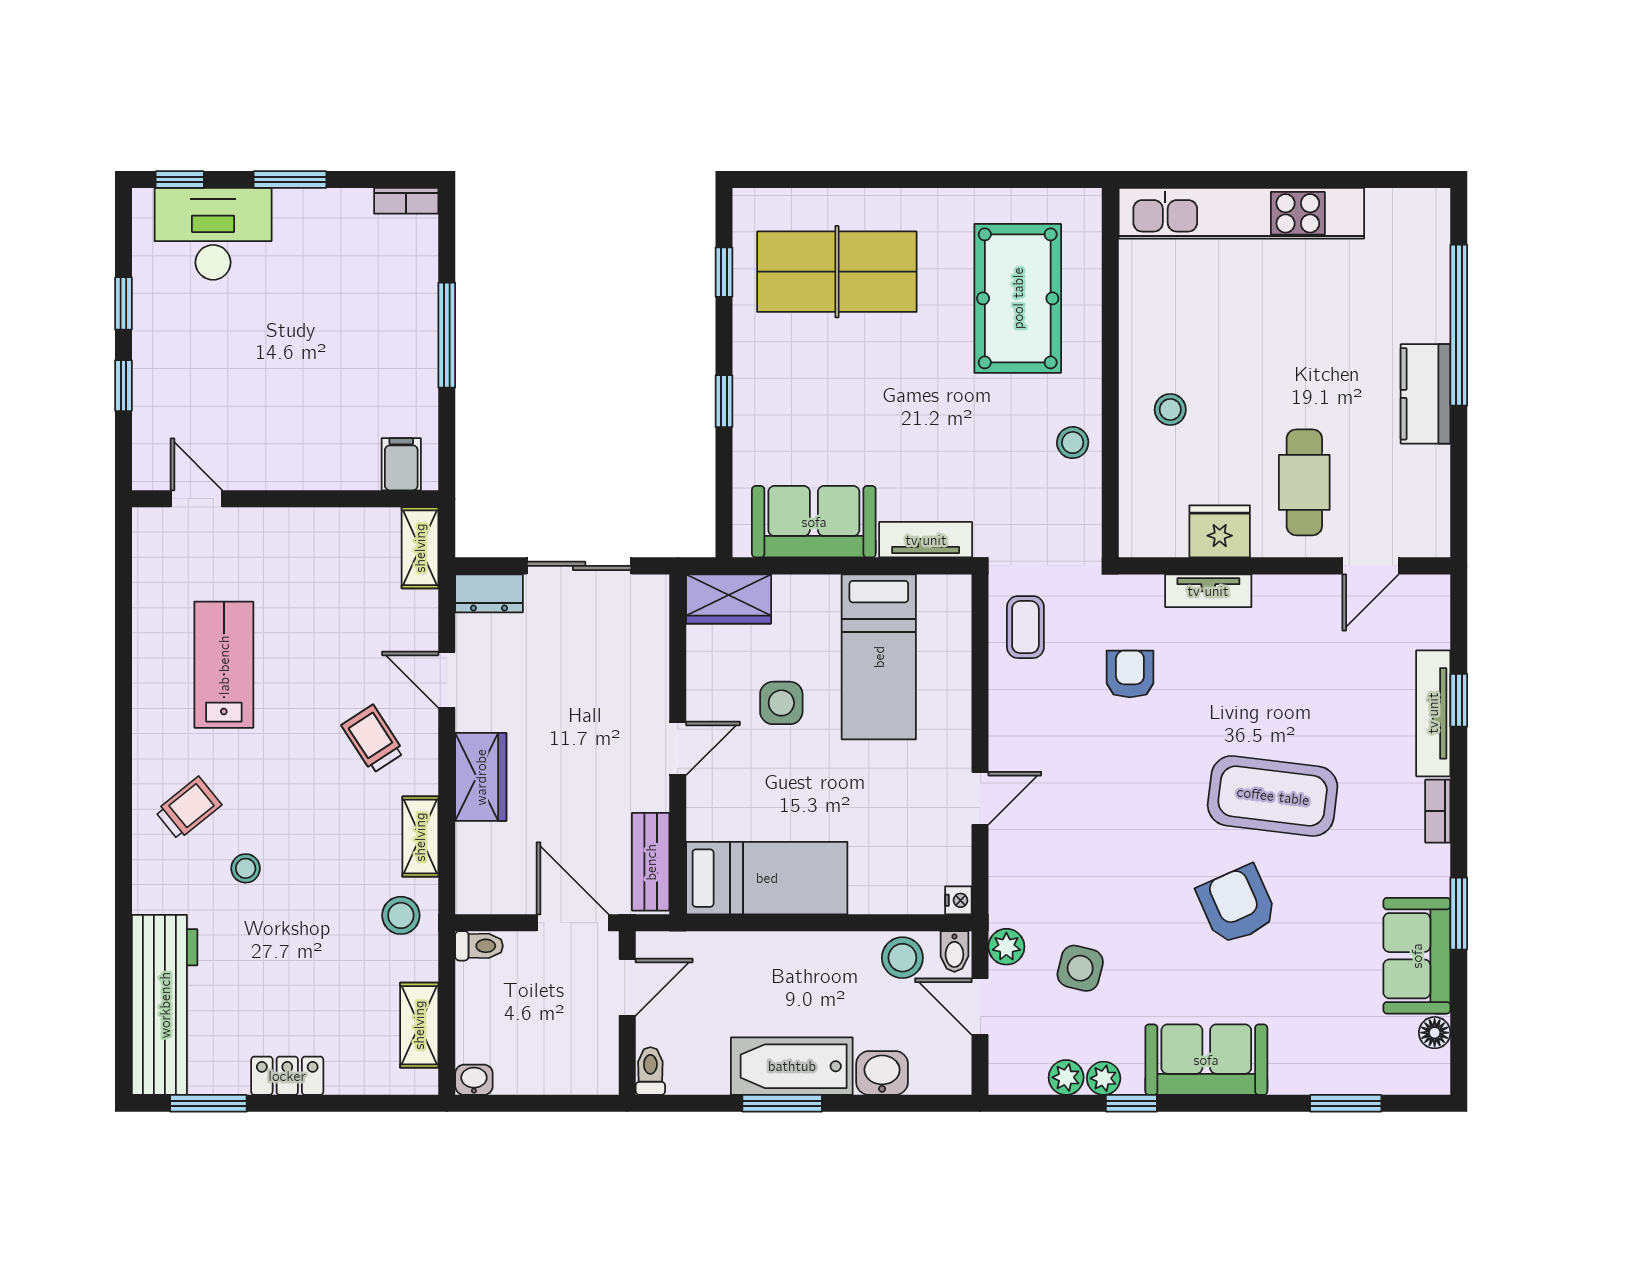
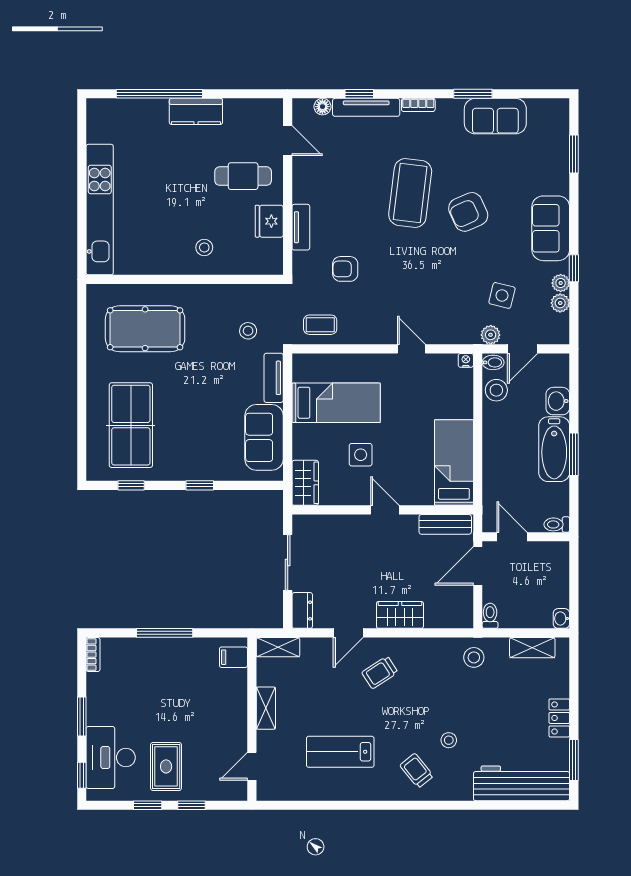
rug: (196, 338) -> (166, 766), added
stool: (1073, 443) -> (248, 331), moved
shelving: (420, 837) -> (266, 708), moved, turned 90
floor lamp: (1435, 1033) -> (322, 107), moved

